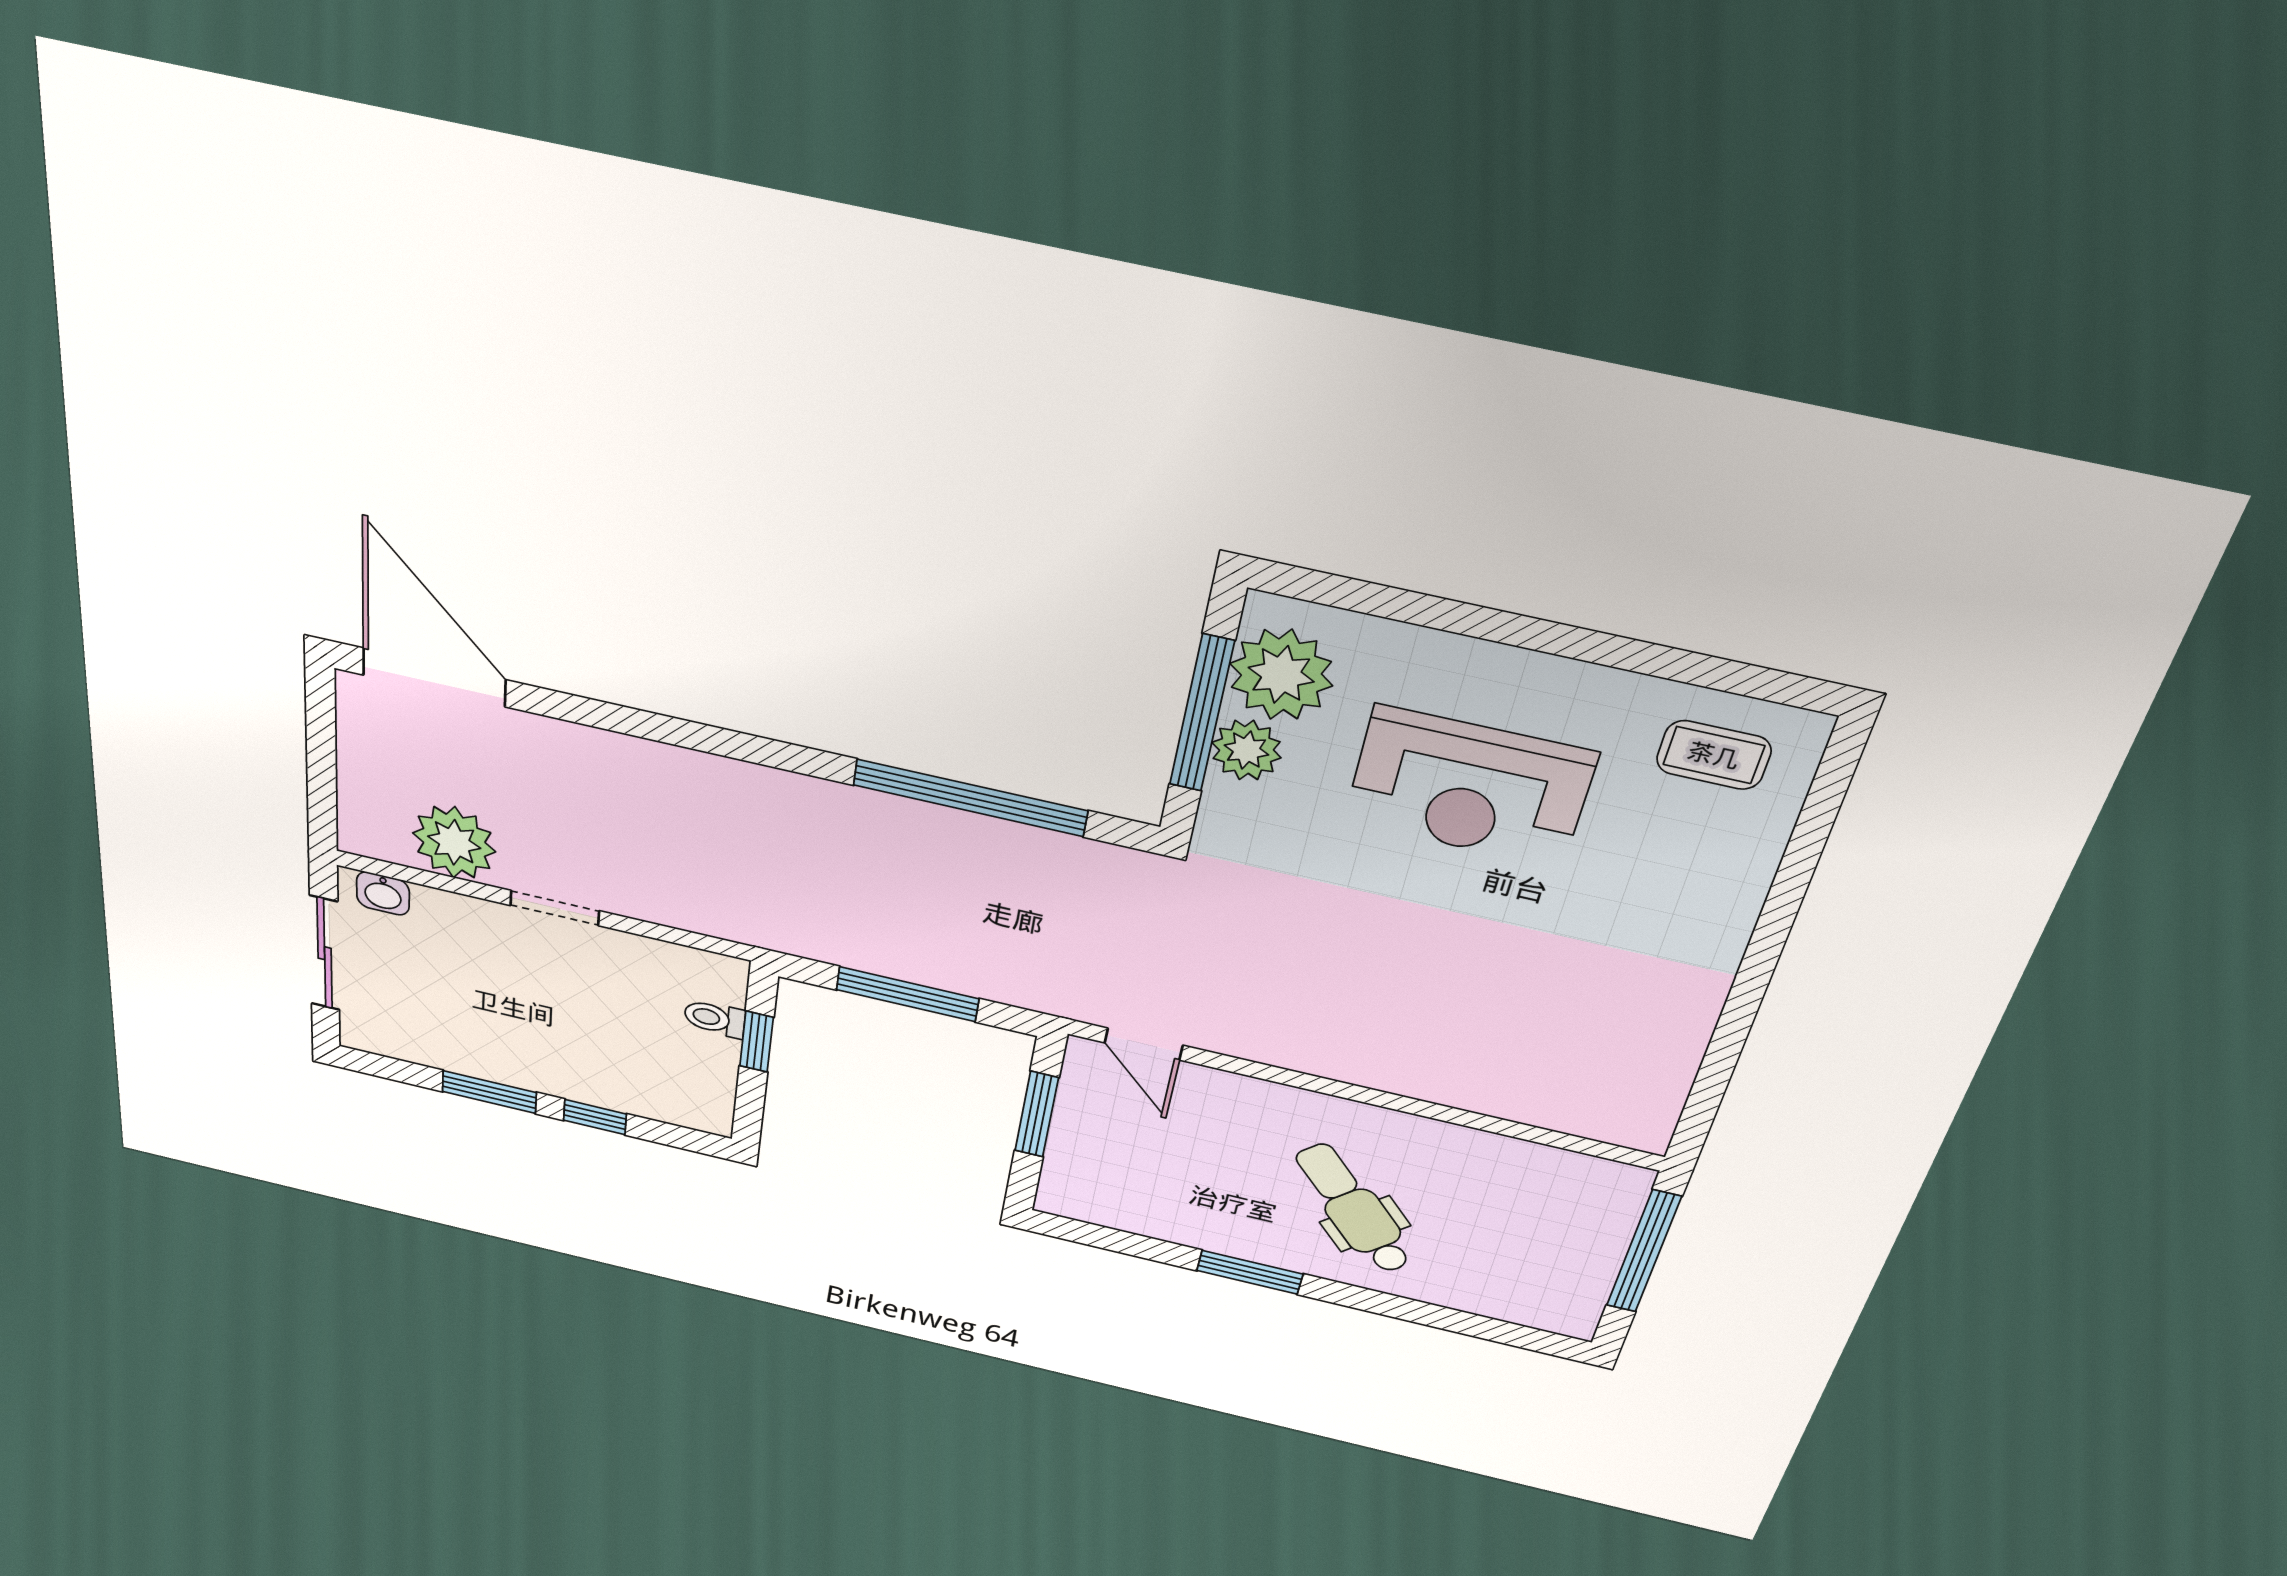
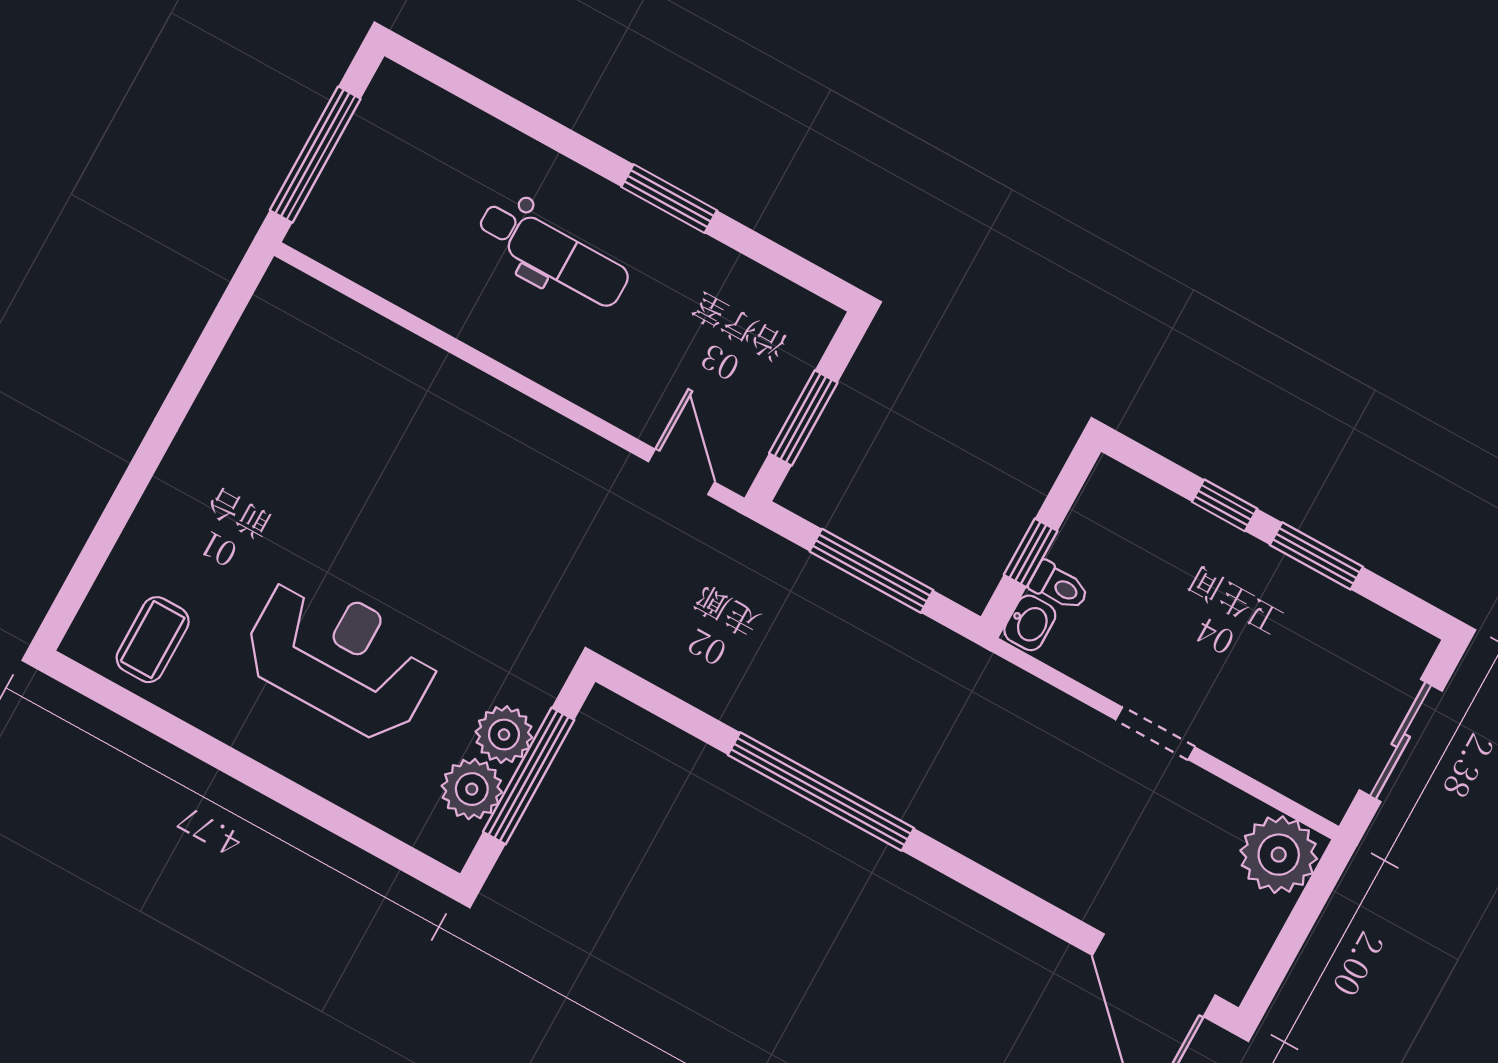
plant: (1281, 675) -> (472, 789), width x0.73, depth x0.73
coffee table: (1714, 755) -> (153, 640), turned 90
window: (970, 798) -> (821, 792), moved
plant: (454, 842) -> (1279, 855), moved
washbasin: (383, 893) -> (1030, 623), moved, turned 90
dental chair: (1354, 1209) -> (553, 253), turned -47

